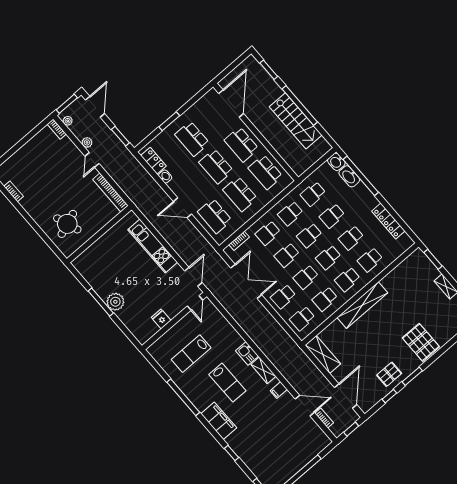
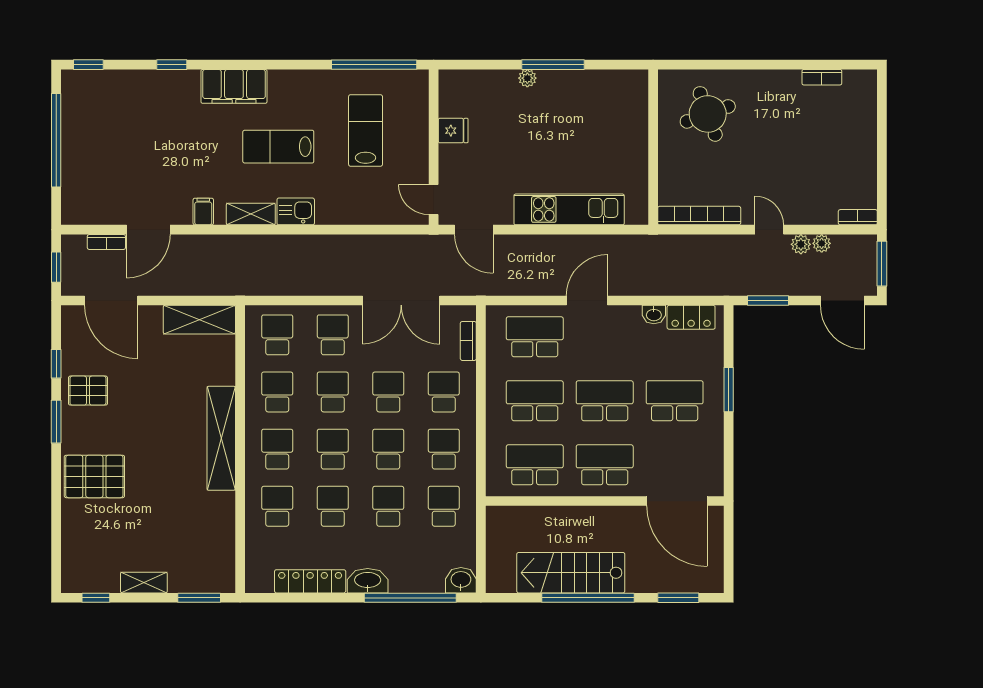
plant: (68, 121) -> (822, 243), moved
washbasin: (349, 176) -> (368, 581), moved
plant: (115, 302) -> (527, 78), width x0.53, depth x0.53
pallet: (389, 374) -> (88, 391), turned 90
window: (183, 397) -> (374, 65), moved

